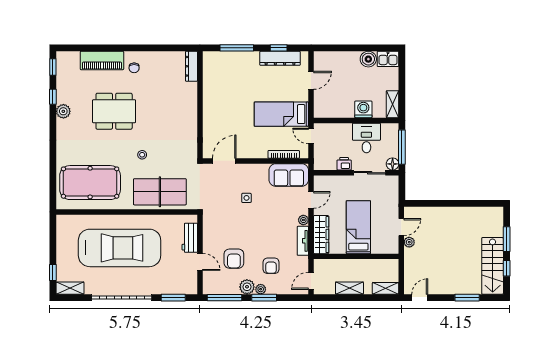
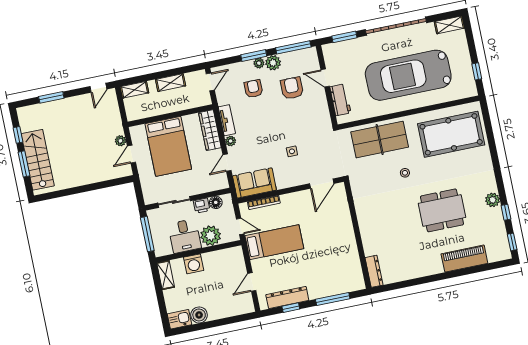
chair: (134, 68) -> (431, 258), removed
plant: (341, 133) -> (211, 236), added
floor lamp: (393, 164) -> (216, 202), moved
bed: (358, 227) -> (168, 146), width x1.50
stairs: (493, 266) -> (38, 160), moved
window: (53, 272) -> (477, 71), moved

